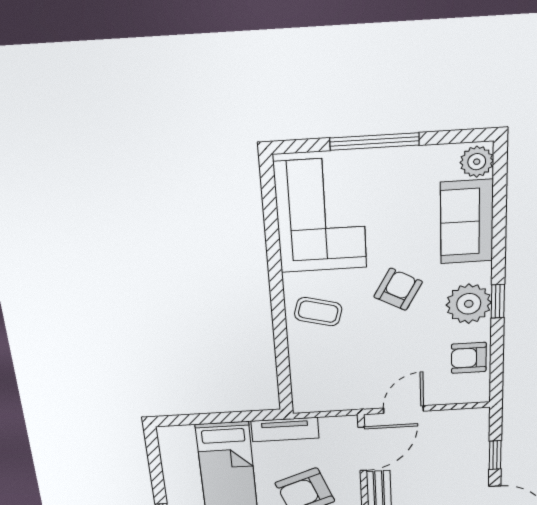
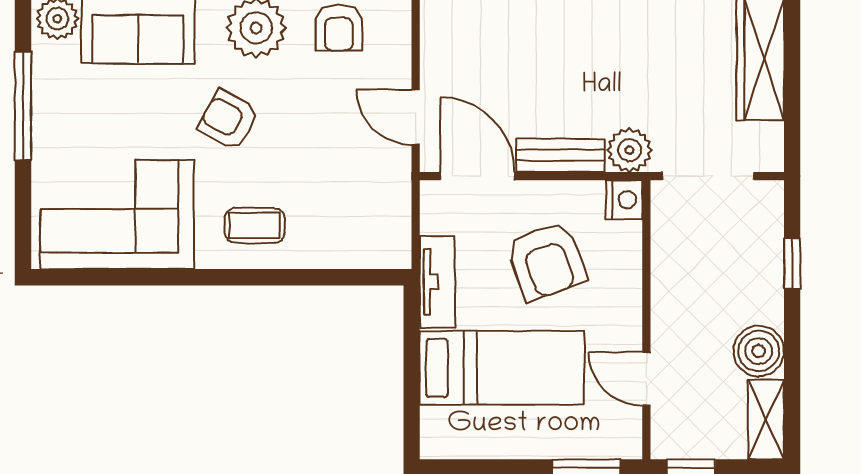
window: (374, 142) -> (23, 106), moved
coffee table: (318, 312) -> (255, 225), turned 75

